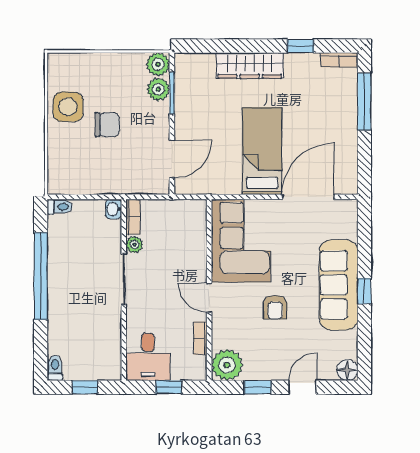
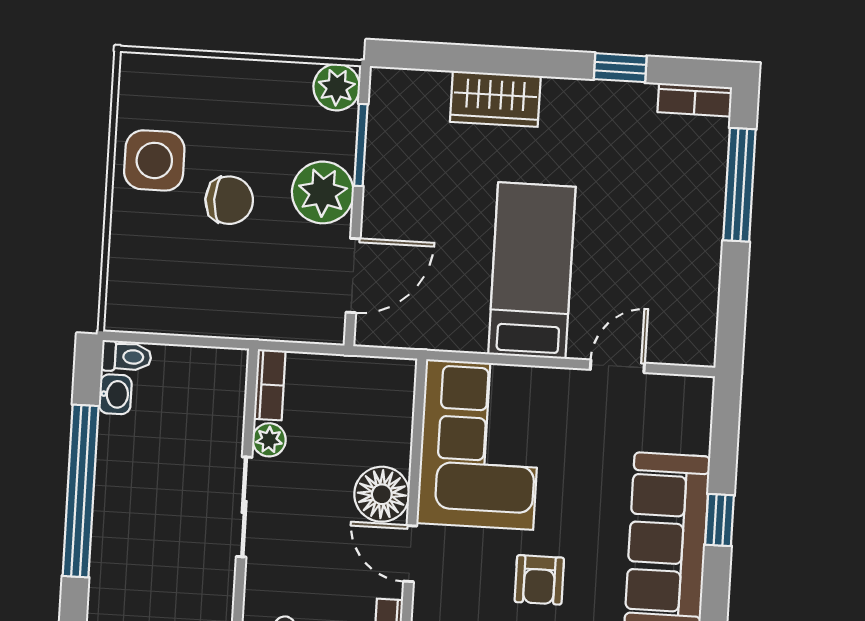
wardrobe: (250, 65) -> (495, 99), width x0.67
plant: (158, 89) -> (323, 192), moved, width x1.36, depth x1.36
door: (308, 197) -> (617, 366), width x0.53
washbasin: (114, 209) -> (115, 394), moved, turned 180
floor lamp: (193, 269) -> (382, 494), added
window: (364, 291) -> (719, 520), moved

